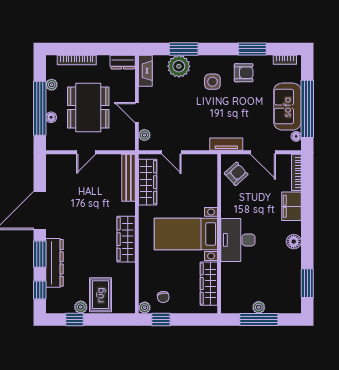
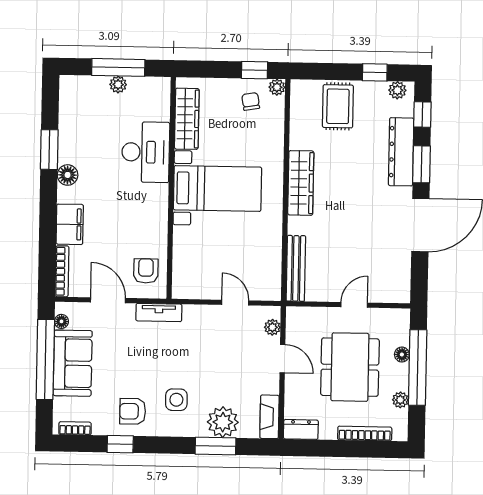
window: (252, 49) -> (120, 444), width x0.67
armchair: (236, 174) -> (146, 271), turned 132
wardrobe: (148, 182) -> (269, 262), removed
desk: (238, 240) -> (146, 152), moved
window: (307, 283) -> (49, 150), moved
plant: (81, 307) -> (397, 90), moved

